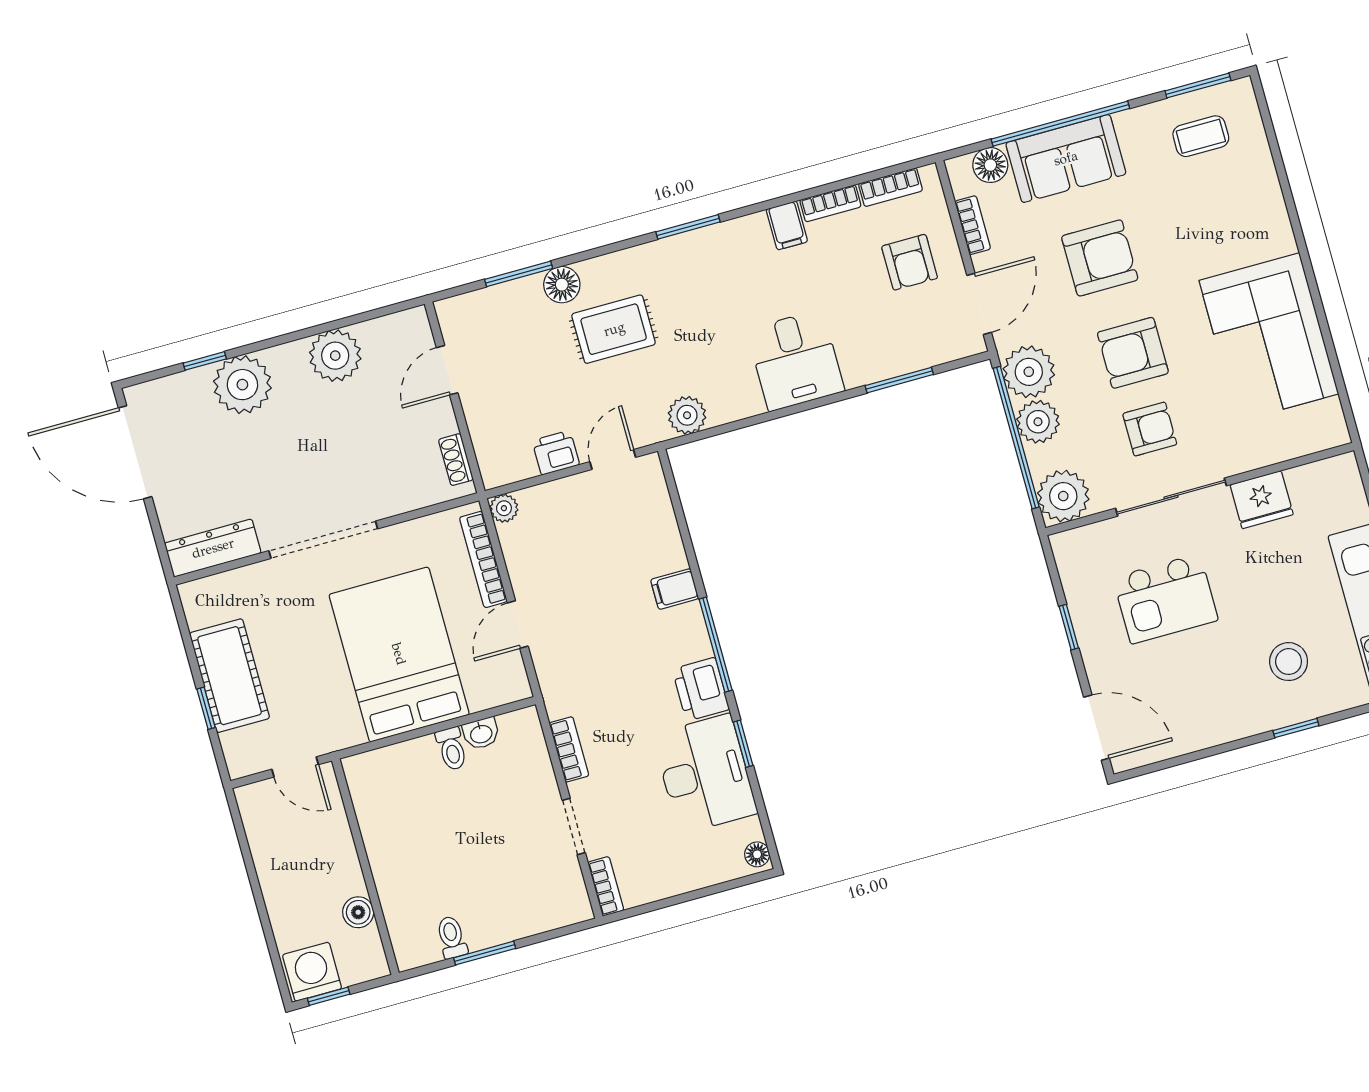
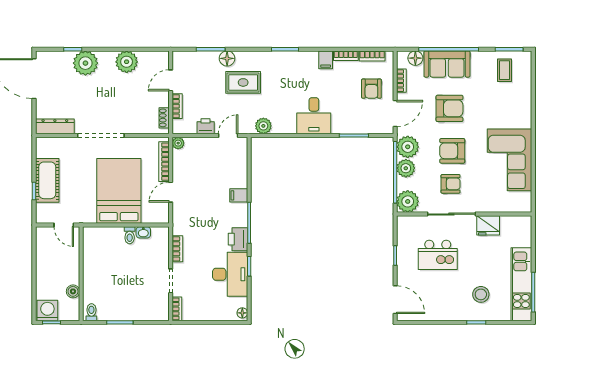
coffee table: (1201, 136) -> (505, 70), turned 90
bookcase: (478, 425) -> (177, 106), added
toilet: (452, 937) -> (91, 312), moved

